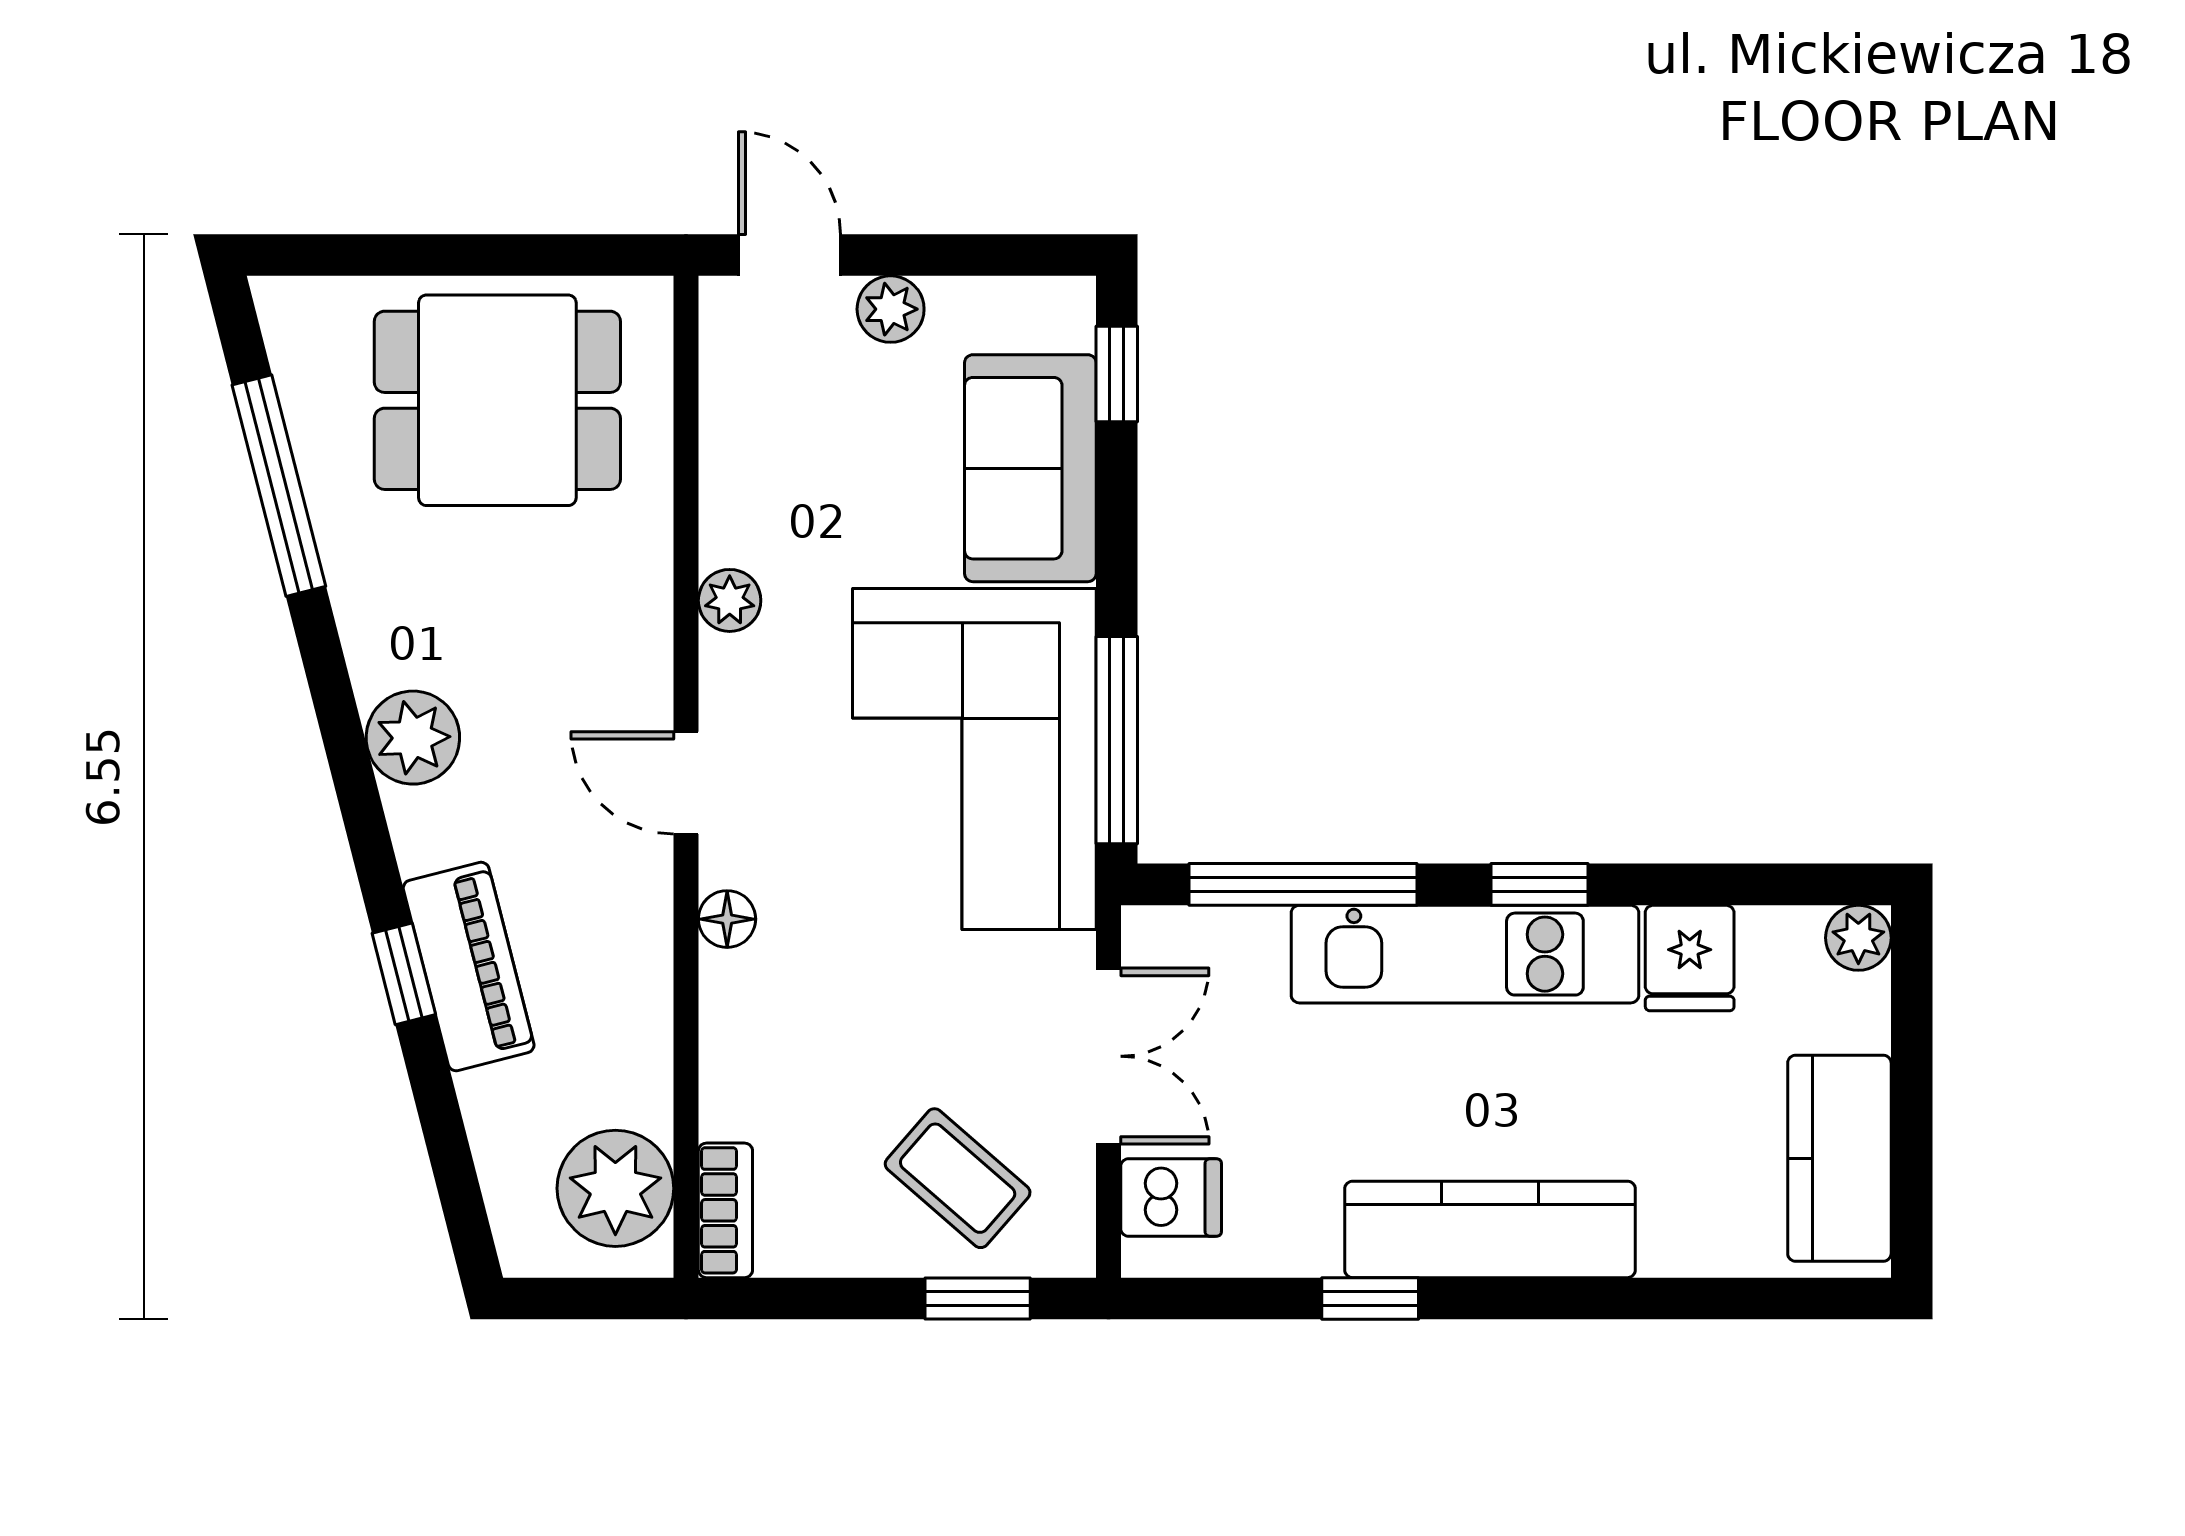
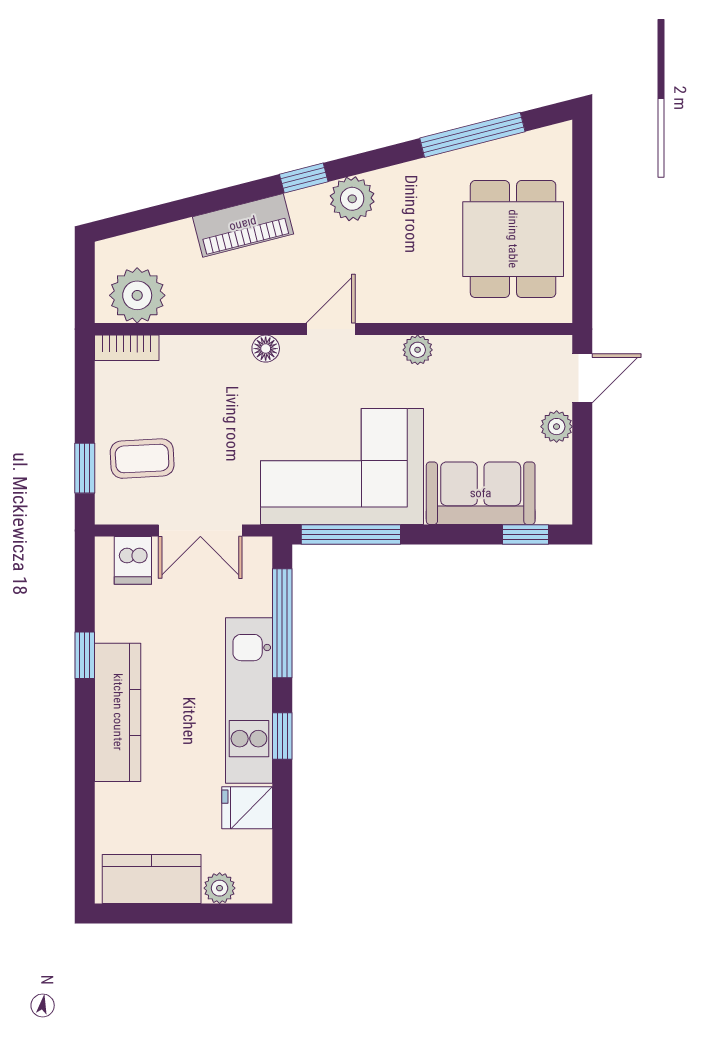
plant: (1858, 938) -> (220, 888), moved
window: (404, 974) -> (304, 178), moved
coffee table: (958, 1178) -> (142, 459), turned 46

